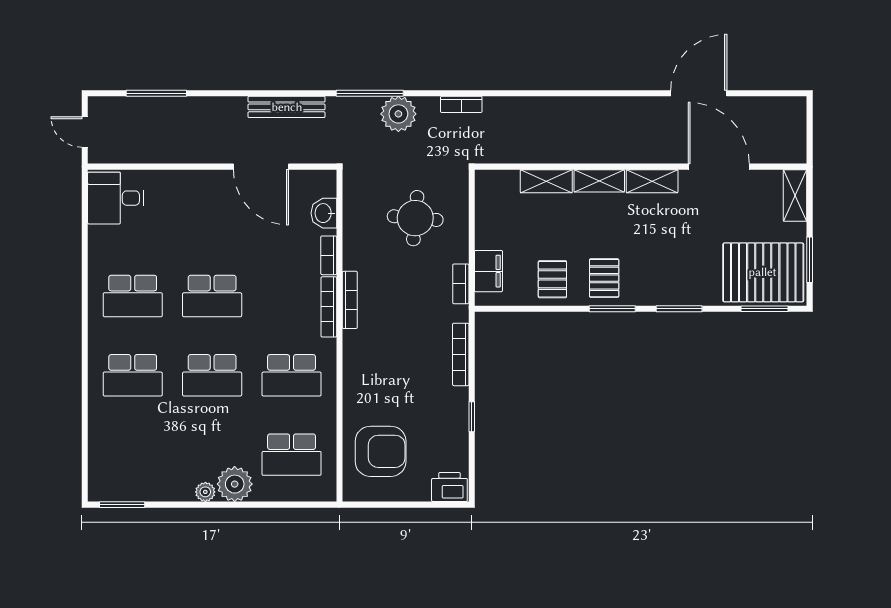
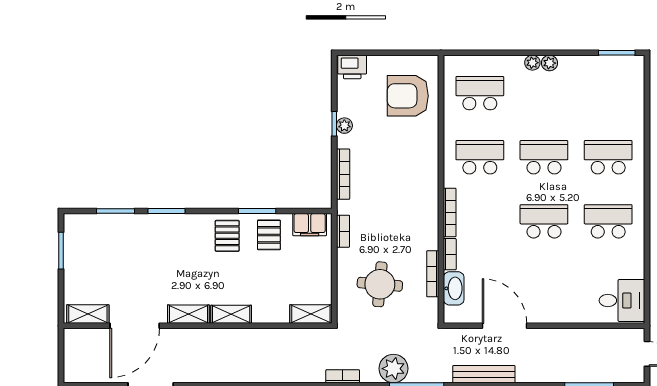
door: (719, 167) -> (135, 326), hinge flipped
shelving: (546, 181) -> (311, 314), moved
shelving: (795, 196) -> (88, 314), moved, turned 90
washbasin: (324, 213) -> (454, 288), width x1.38
filing cabinet: (488, 271) -> (310, 225), moved, turned -90
pallet: (763, 272) -> (99, 240), removed
bookcase: (350, 300) -> (433, 274), moved
window: (612, 309) -> (257, 211), moved
window: (765, 309) -> (116, 211), moved
plant: (459, 415) -> (344, 126), added
plant: (235, 484) -> (532, 63), width x0.53, depth x0.53

